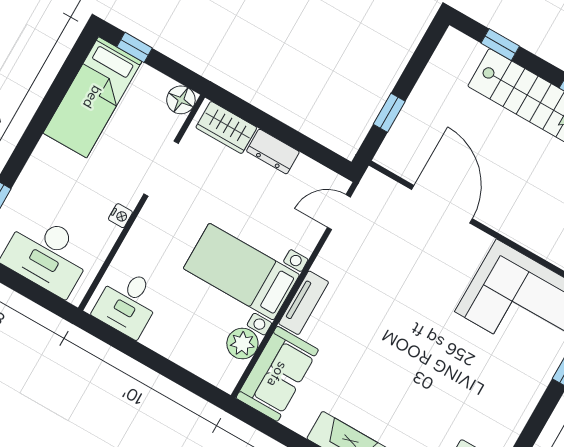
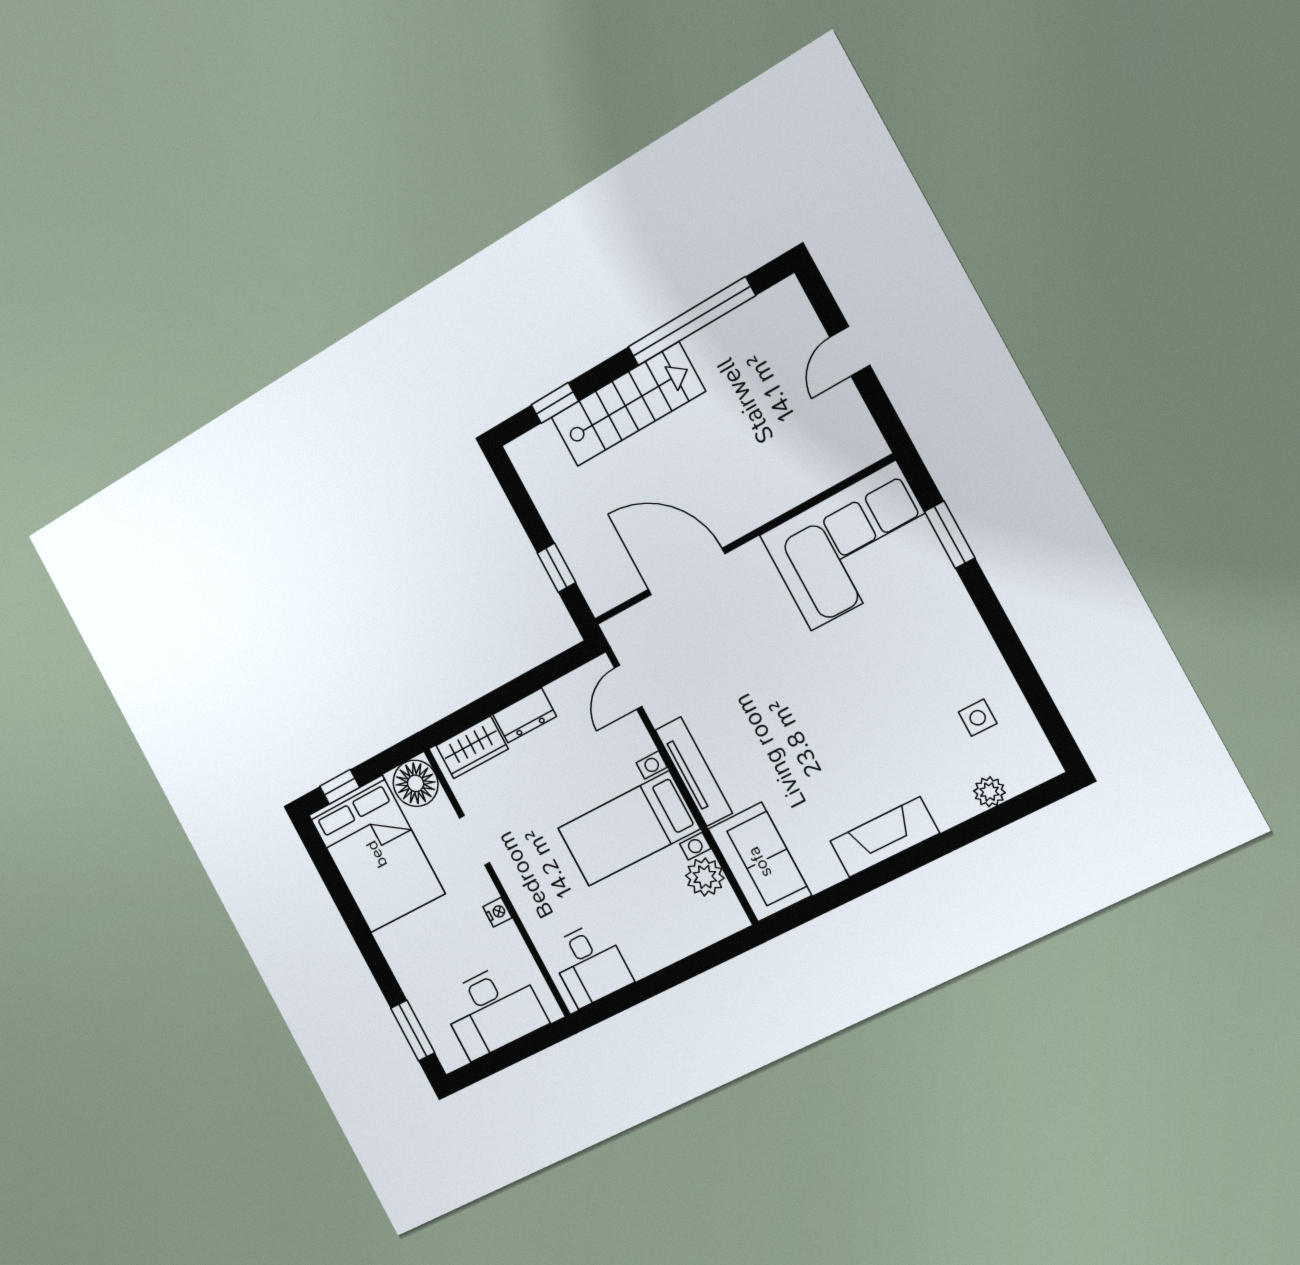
bed: (92, 97) -> (377, 854), width x1.50
floor lamp: (181, 100) -> (416, 783), width x1.38, depth x1.38
doorway: (161, 169) -> (474, 840), width x0.73
tv unit: (304, 303) -> (694, 772), width x1.41

